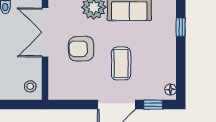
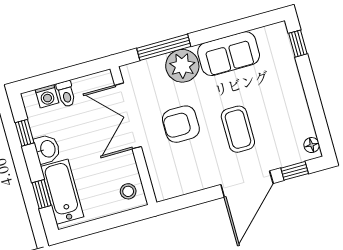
window: (181, 27) -> (298, 44), moved

